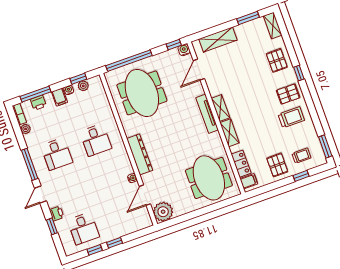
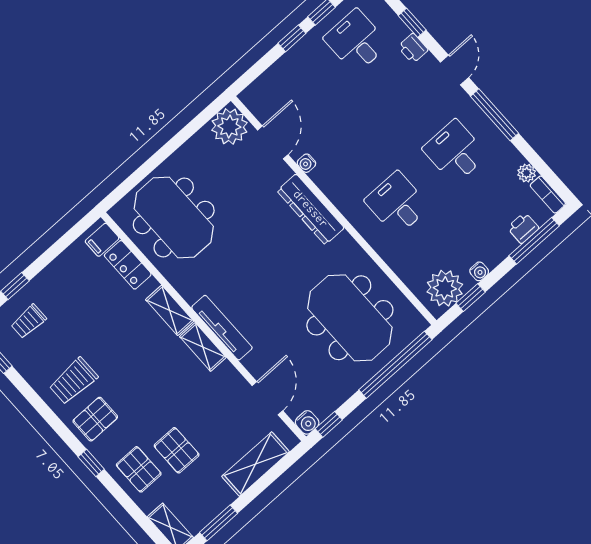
plant: (83, 86) -> (445, 288), width x1.88, depth x1.88
filing cabinet: (59, 97) -> (490, 253), removed
pallet: (277, 165) -> (177, 450), moved

